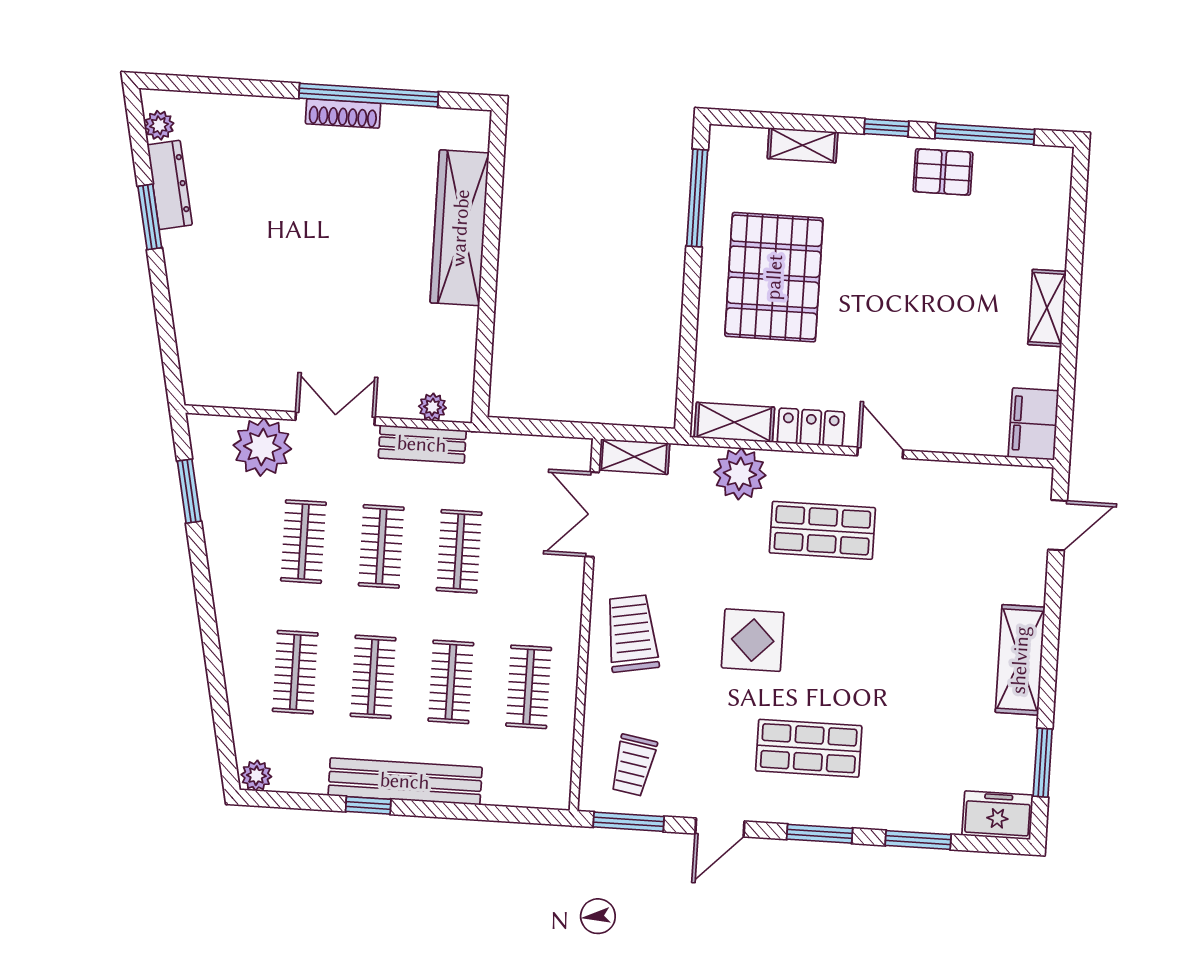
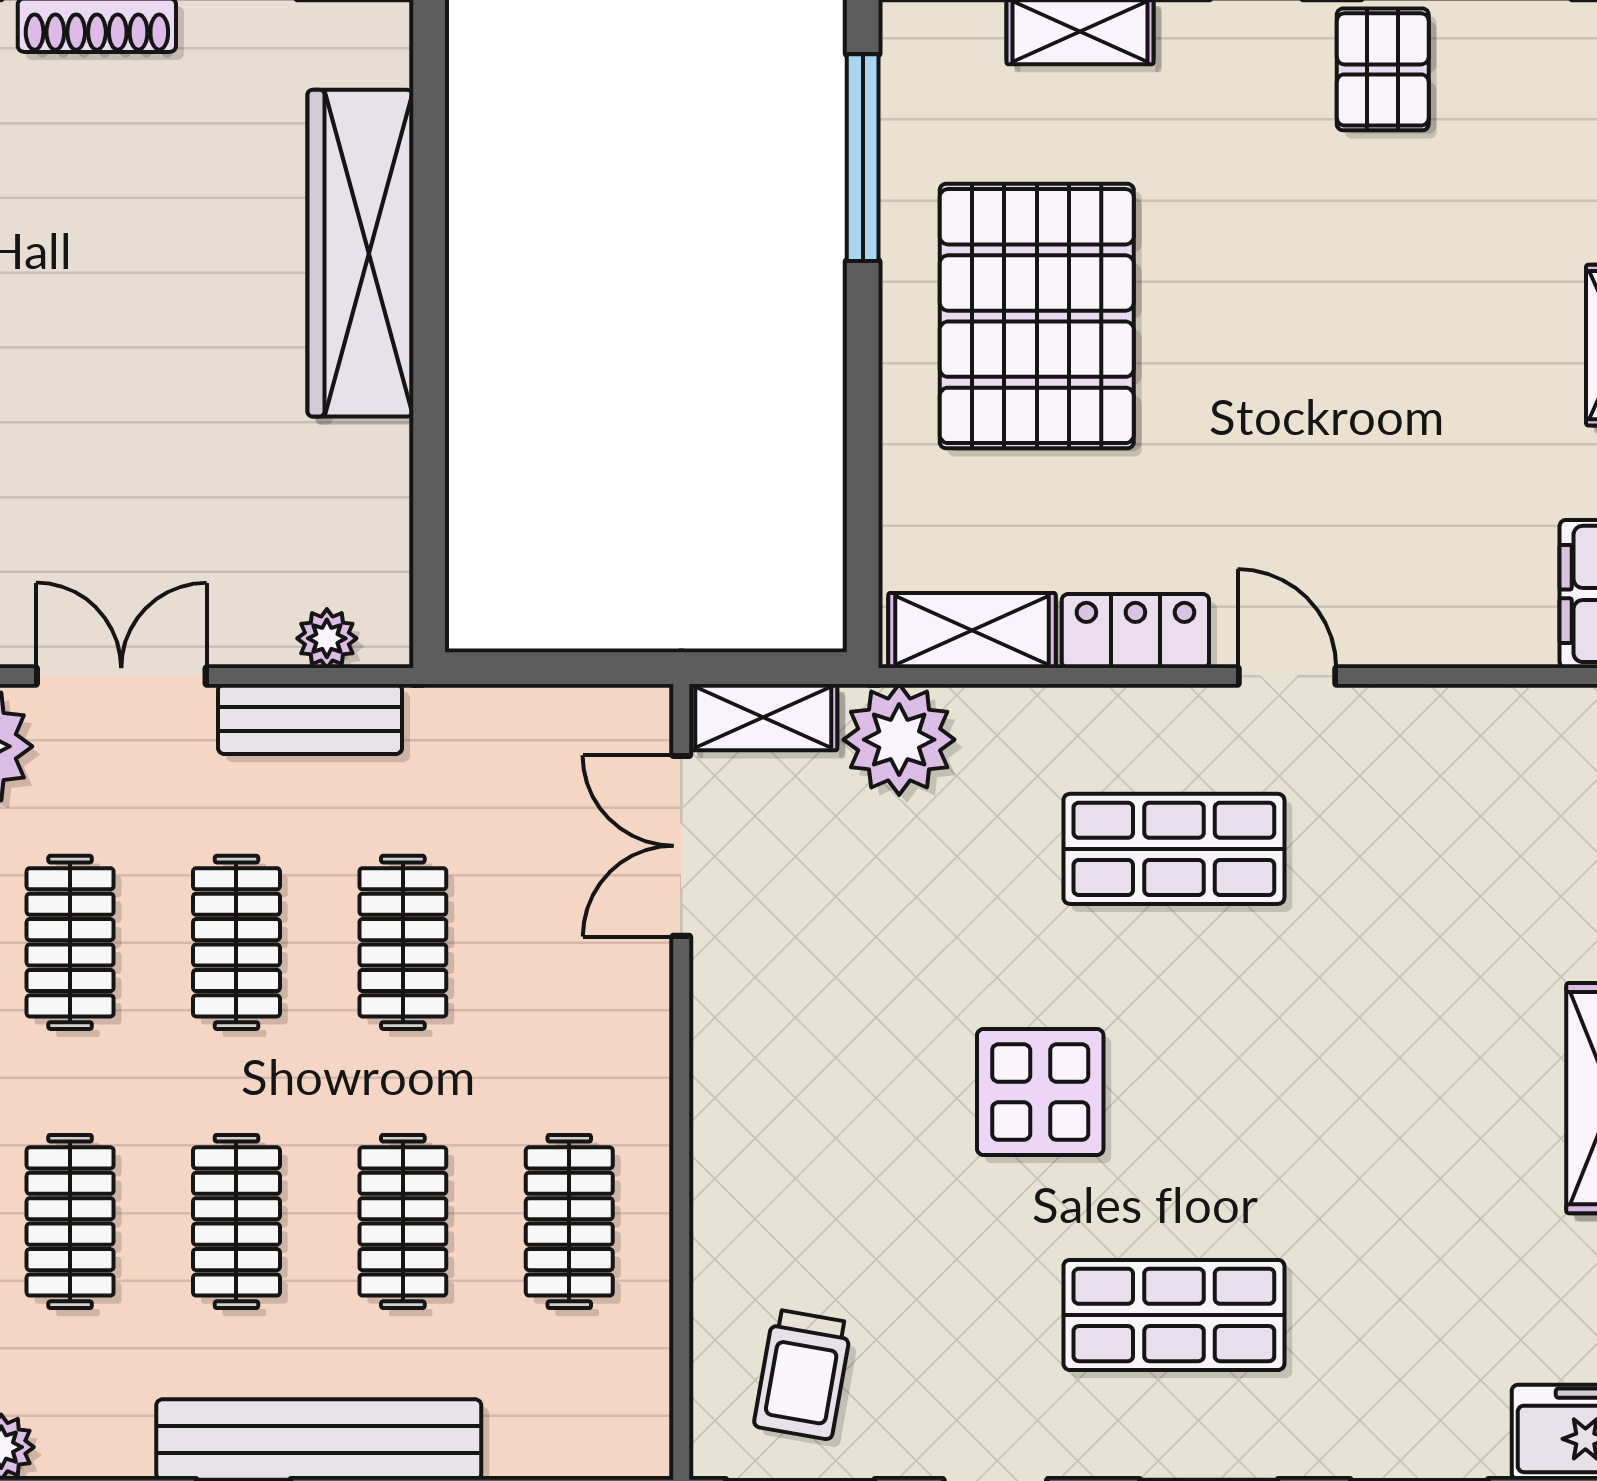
pallet: (943, 172) -> (1383, 69), turned 90
plant: (740, 474) -> (899, 740), moved
trolley: (632, 633) -> (782, 1094), removed

